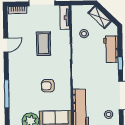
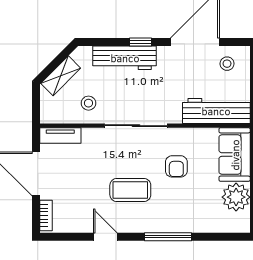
coffee table: (43, 44) -> (130, 190), moved
workbench: (111, 49) -> (125, 58), width x1.38
window: (7, 94) -> (168, 237), moved

